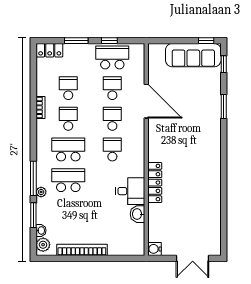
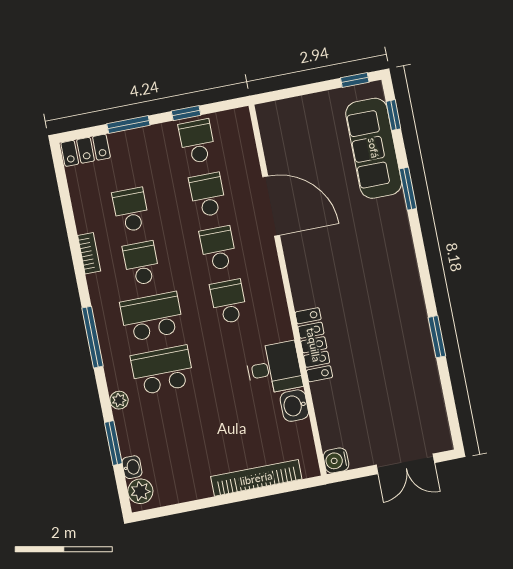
sofa: (193, 55) -> (374, 148), moved, turned 90
school desk: (112, 57) -> (197, 141), width x0.54
window: (33, 178) -> (93, 337), moved
window: (224, 191) -> (437, 337), added
bookcase: (82, 250) -> (256, 478), moved

